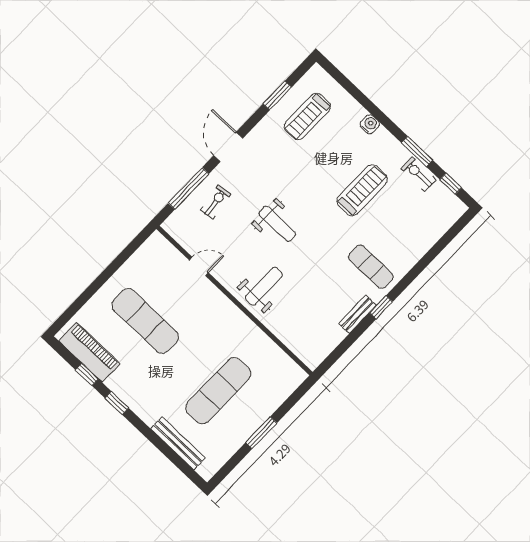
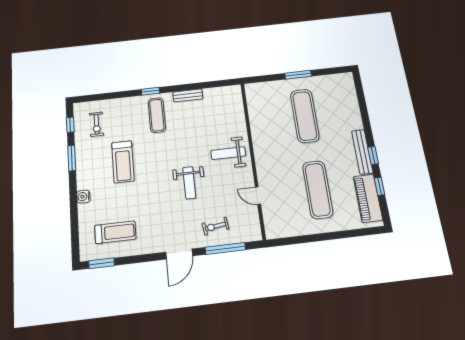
window: (277, 96) -> (102, 263), moved
exercise bike: (419, 174) -> (97, 124), moved
treadmill: (362, 190) -> (123, 162), turned -90
weight bench: (277, 224) -> (189, 183), turned 180
window: (381, 307) -> (150, 91), moved
exercise mat: (218, 391) -> (305, 116), turned 90
bench: (178, 443) -> (362, 152), moved

